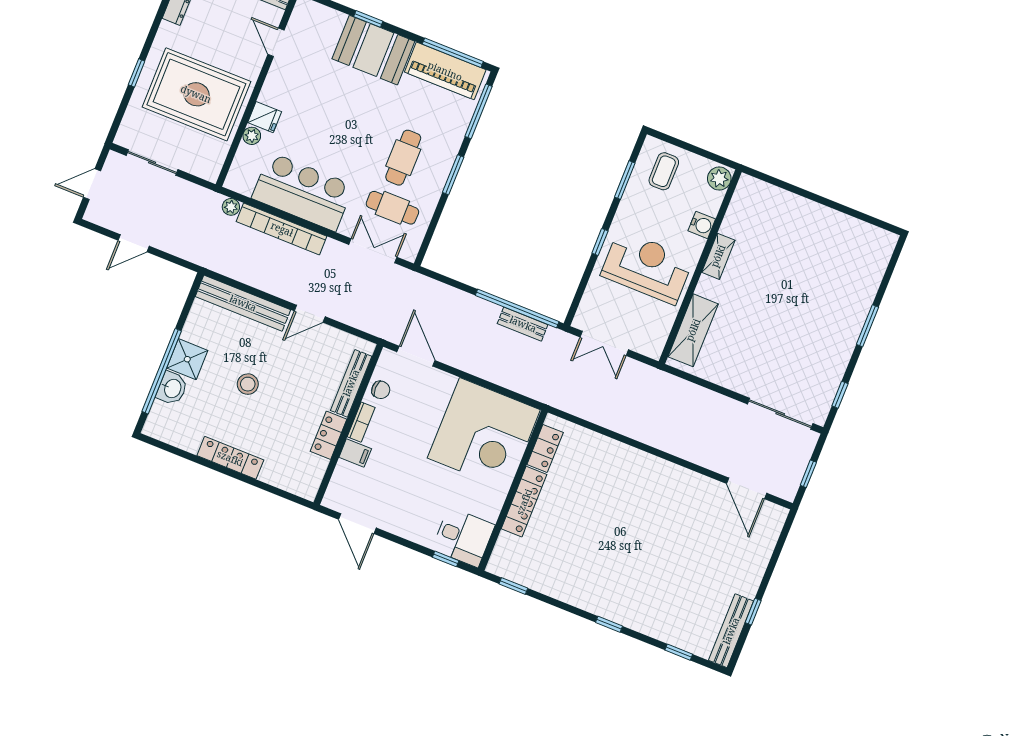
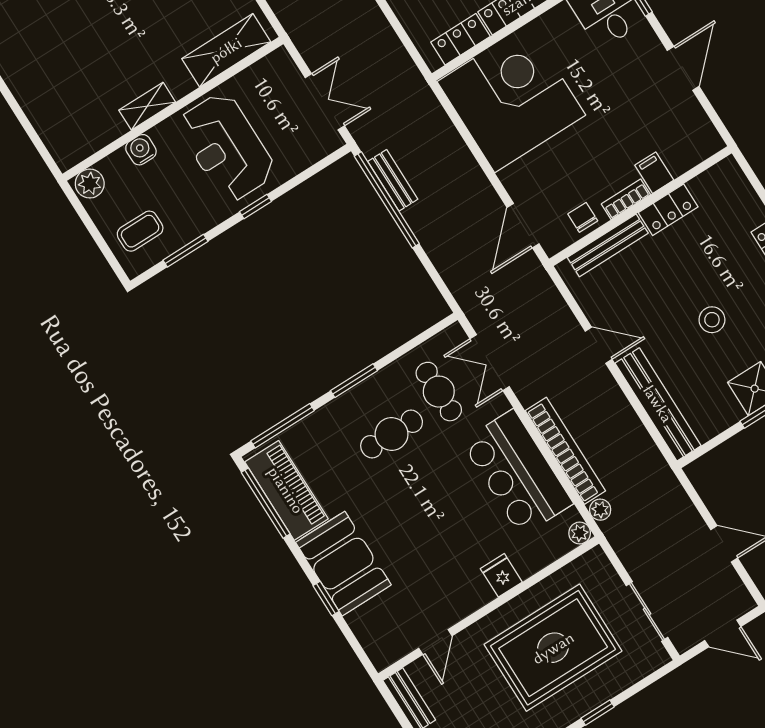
rug: (196, 94) -> (553, 648), turned 90
plant: (252, 136) -> (580, 533), moved
door: (357, 524) -> (683, 68), moved

